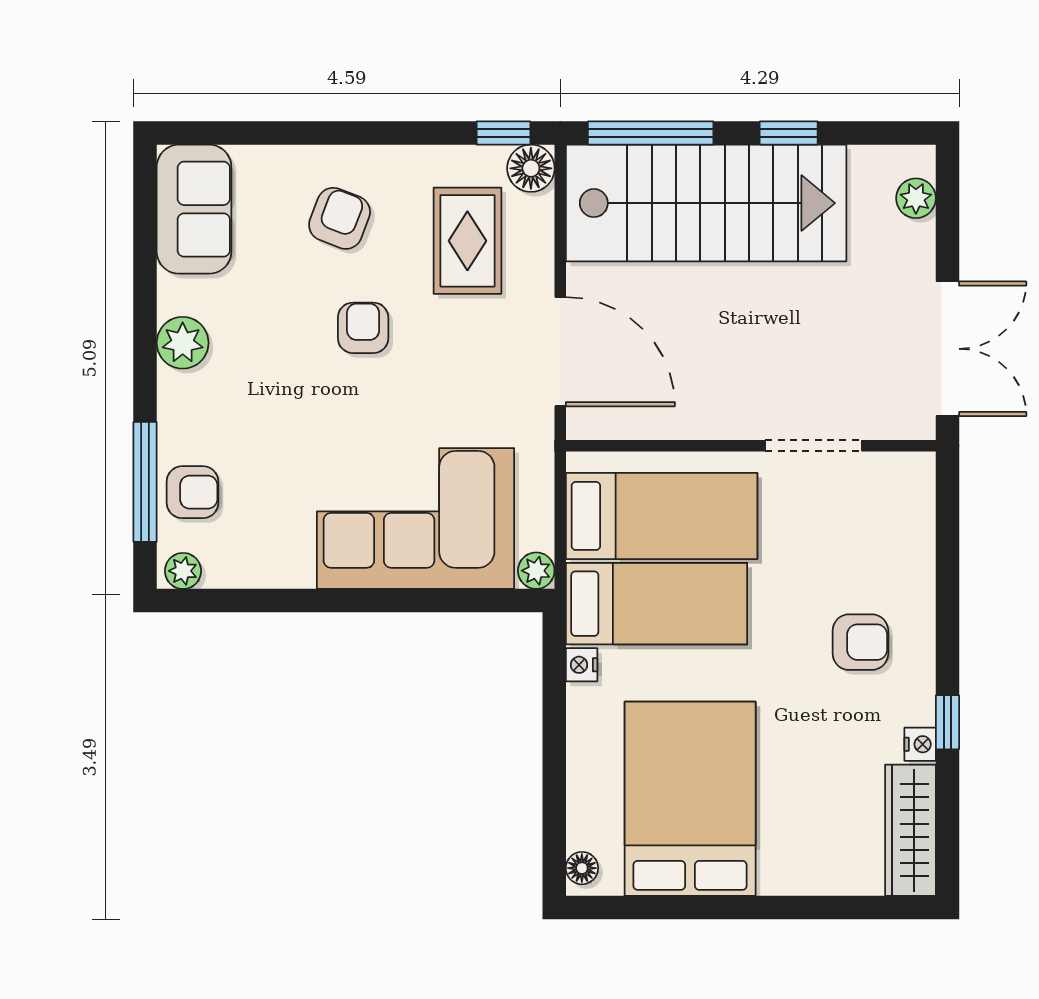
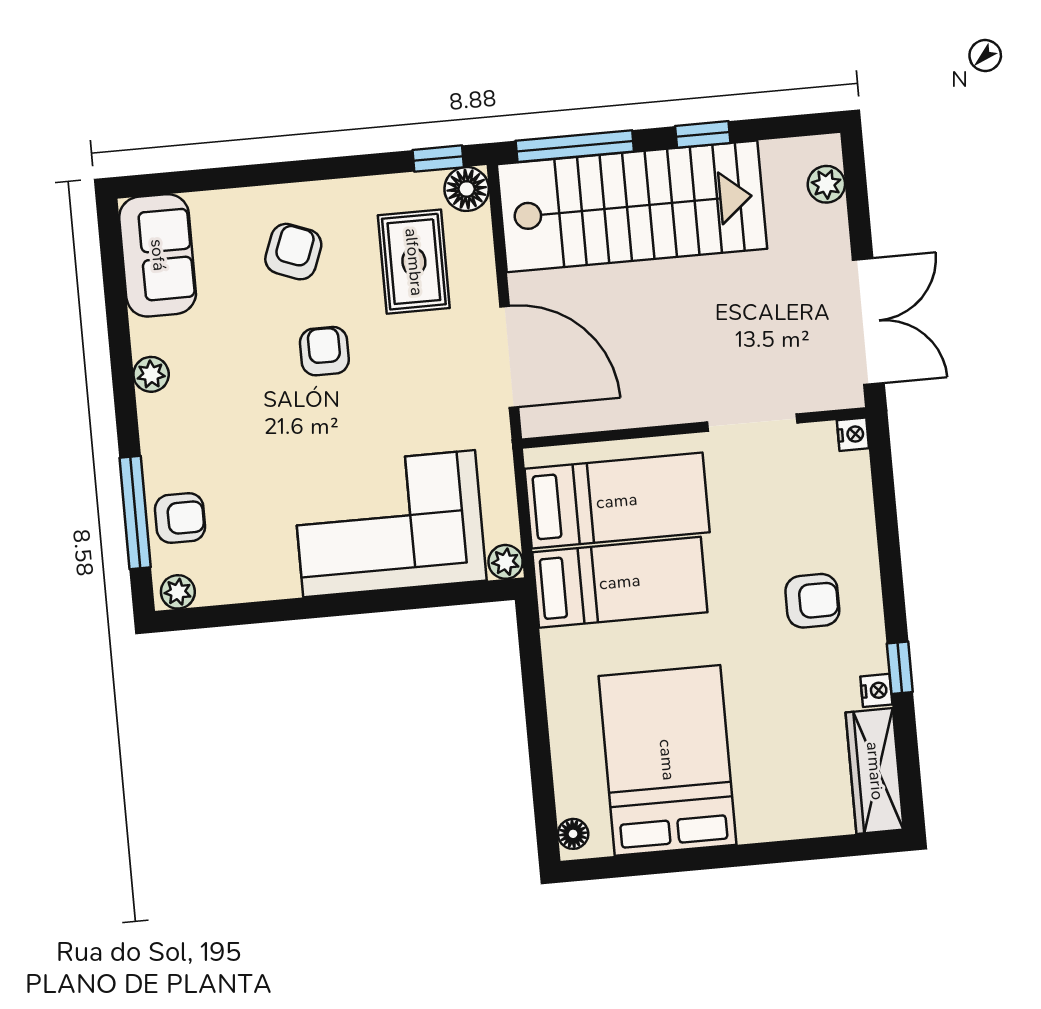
plant: (183, 343) -> (151, 374), width x0.73, depth x0.73
nightstand: (582, 665) -> (853, 434), moved, turned 180

